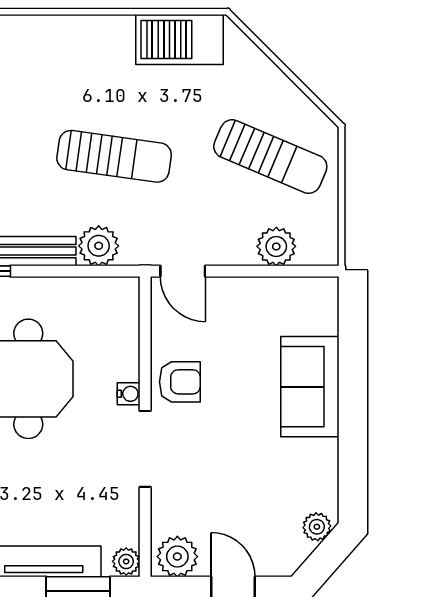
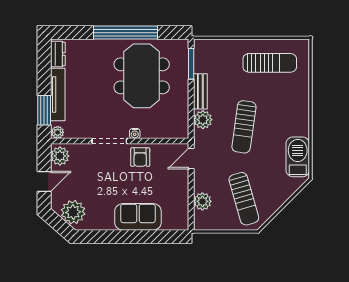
sun lounger: (270, 157) -> (244, 199), turned -39
plant: (317, 527) -> (73, 212), width x1.88, depth x1.88

